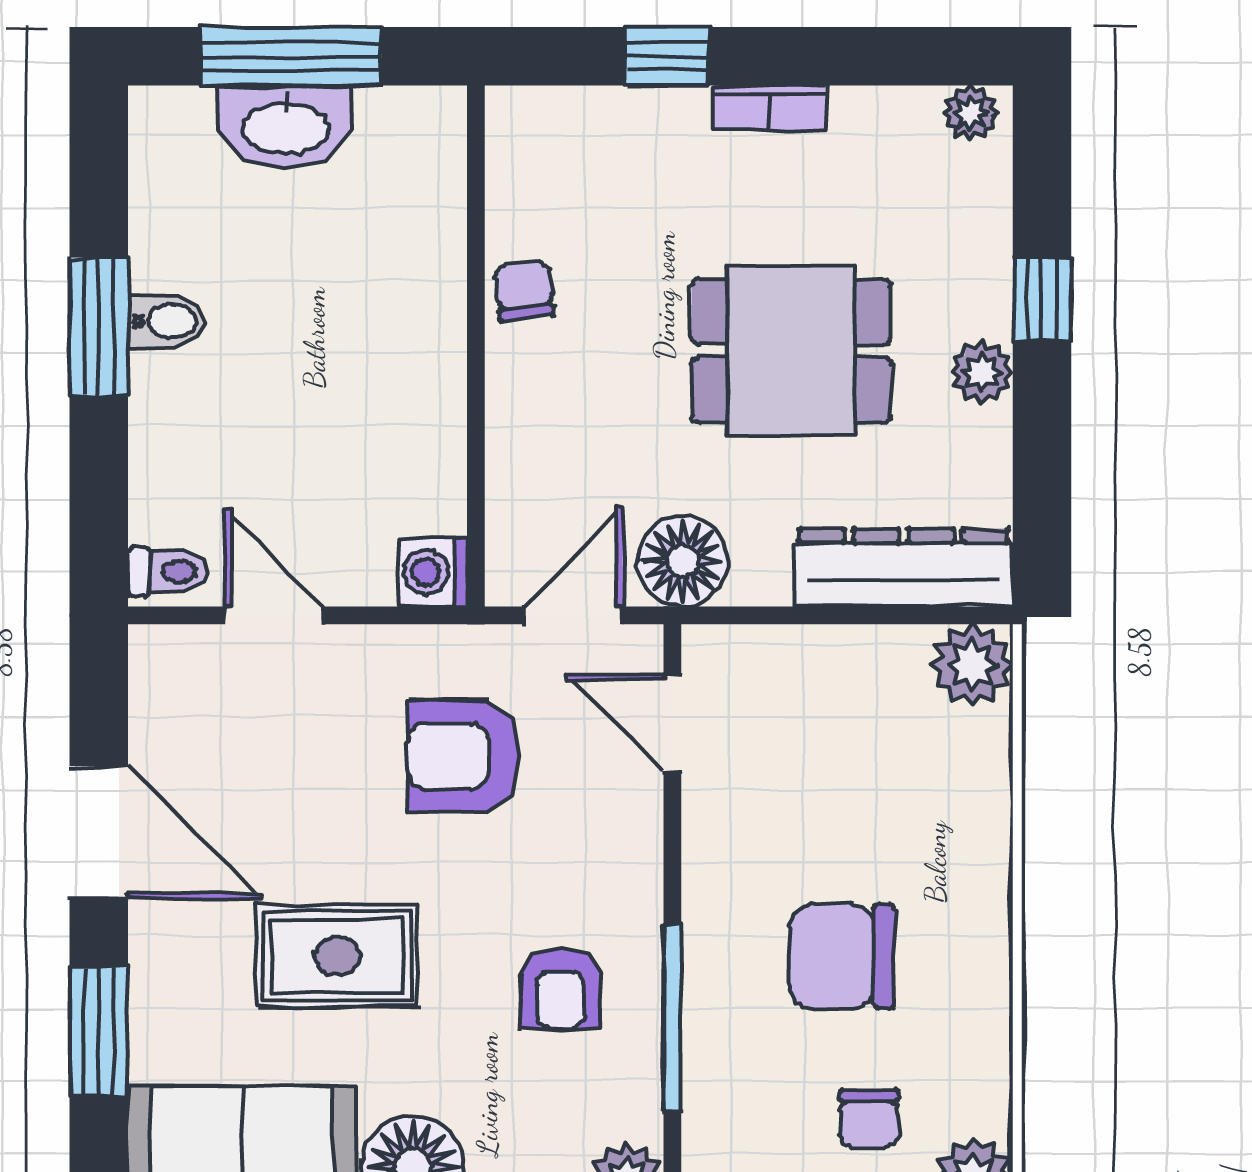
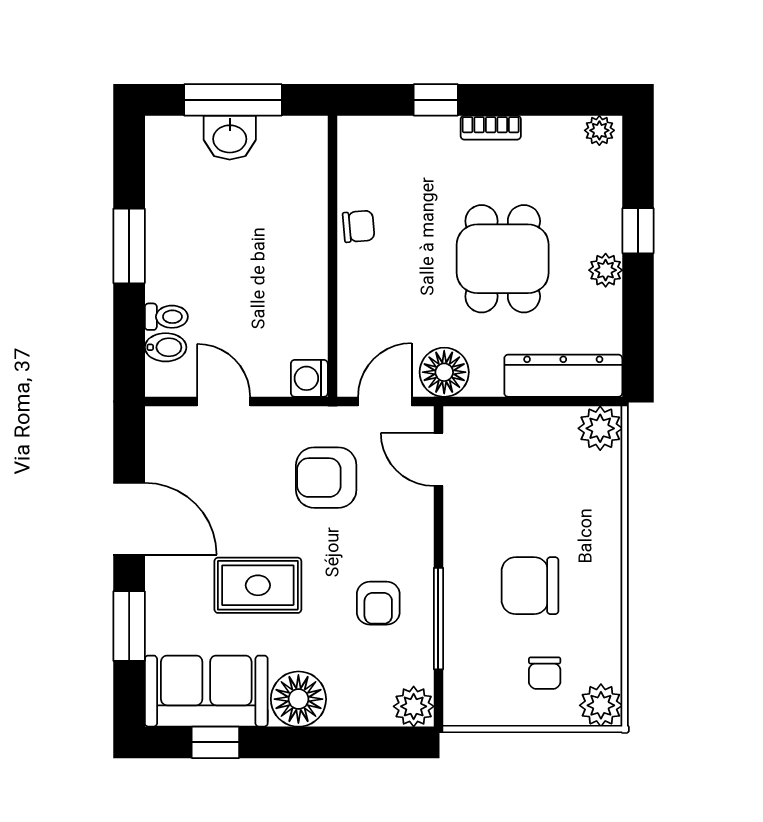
washbasin: (285, 126) -> (230, 138), width x0.72
chair: (524, 291) -> (359, 226), turned 91
bidet: (167, 321) -> (166, 347), moved
dining table: (791, 351) -> (503, 259), turned 90
toilet: (168, 571) -> (166, 317), moved

